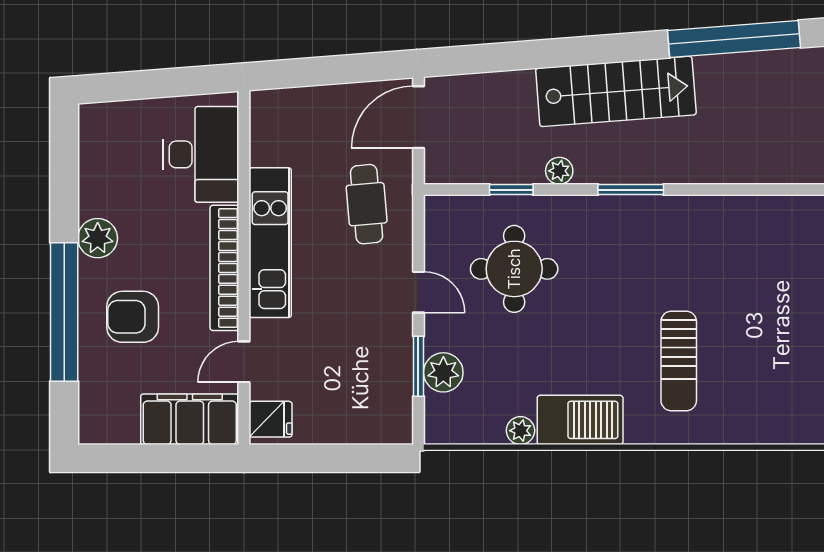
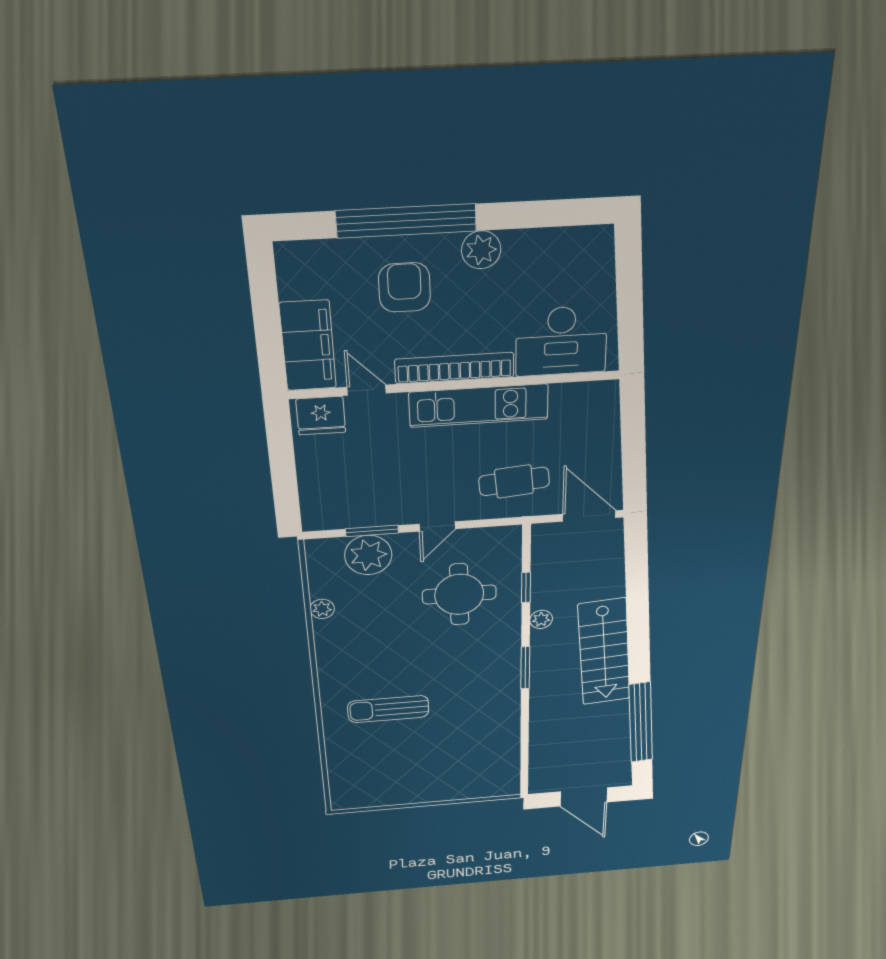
plant: (443, 372) -> (368, 555), width x1.36, depth x1.36
fridge: (270, 419) -> (321, 416), width x1.38
barbecue: (580, 420) -> (335, 649), removed

